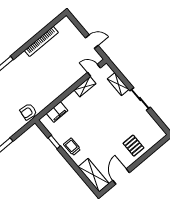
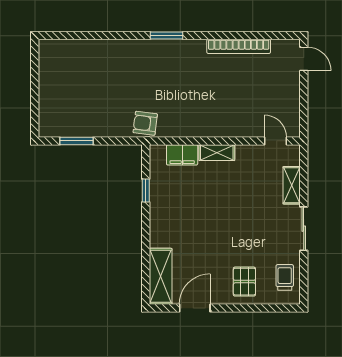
door: (92, 42) -> (304, 59), moved
shelving: (85, 87) -> (217, 153), moved
trolley: (72, 147) -> (285, 277), moved

